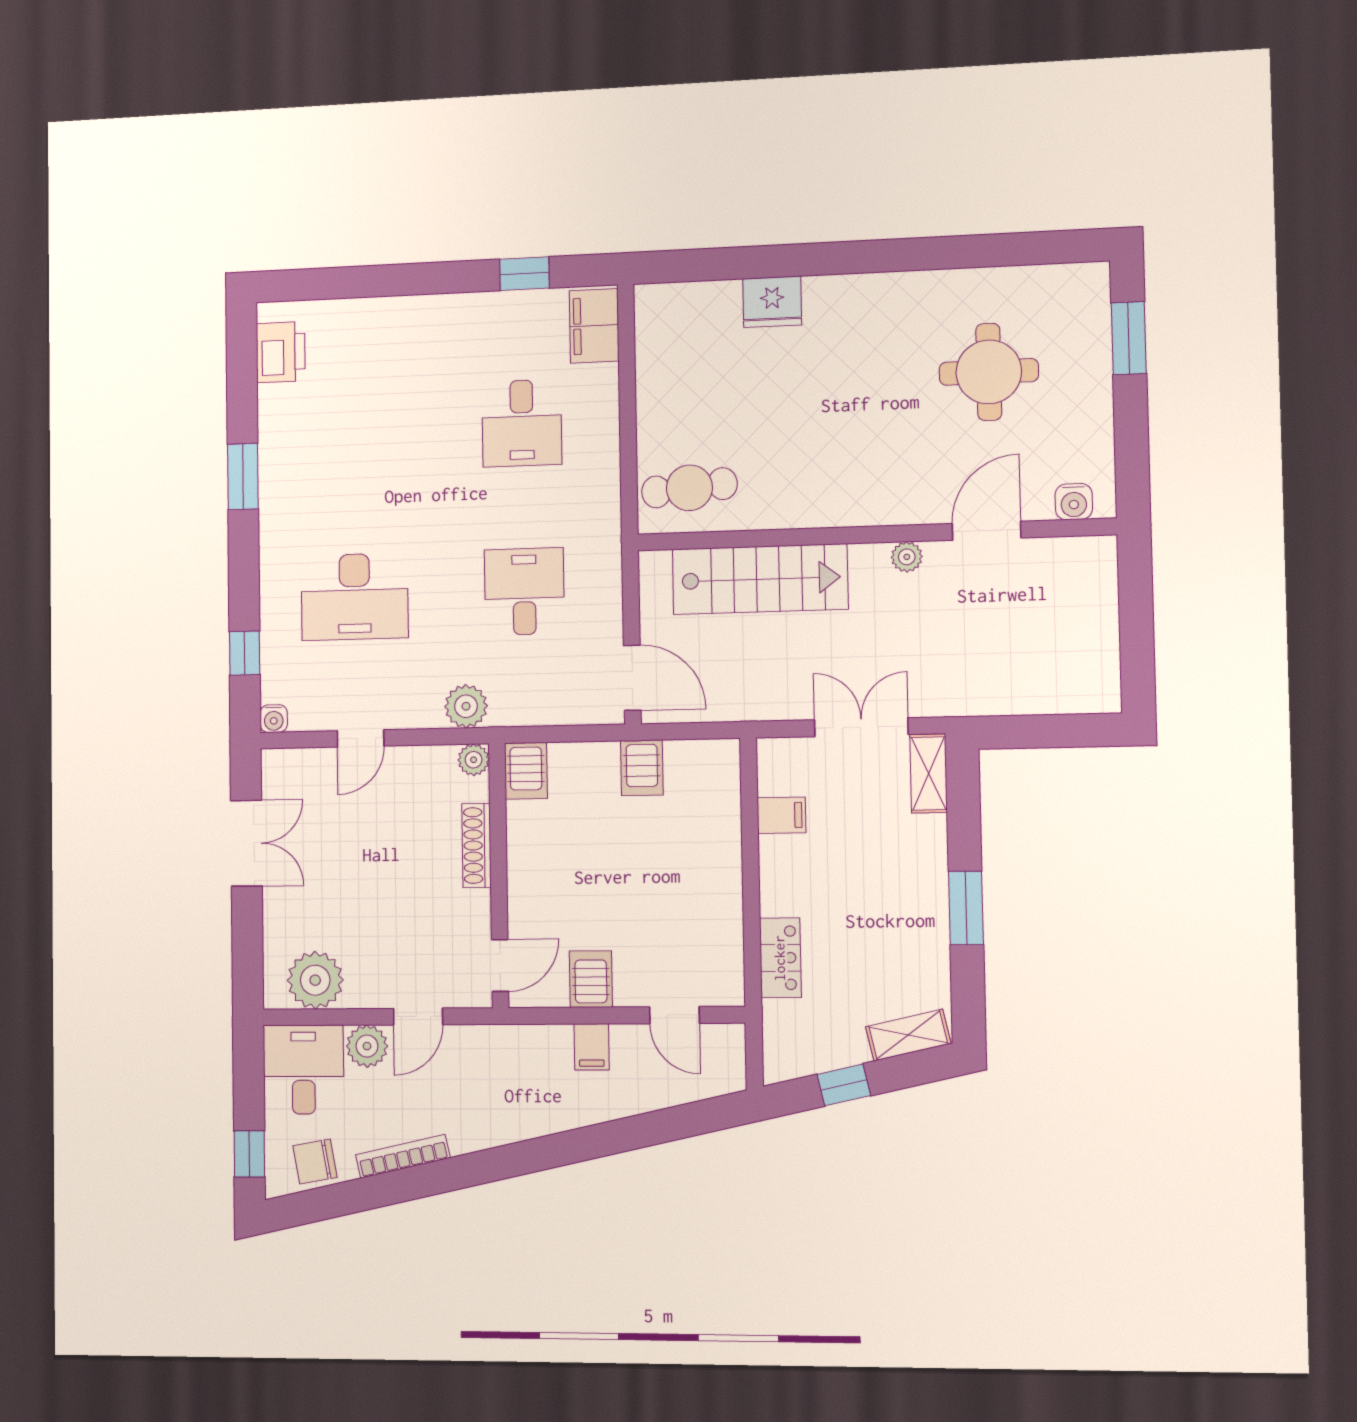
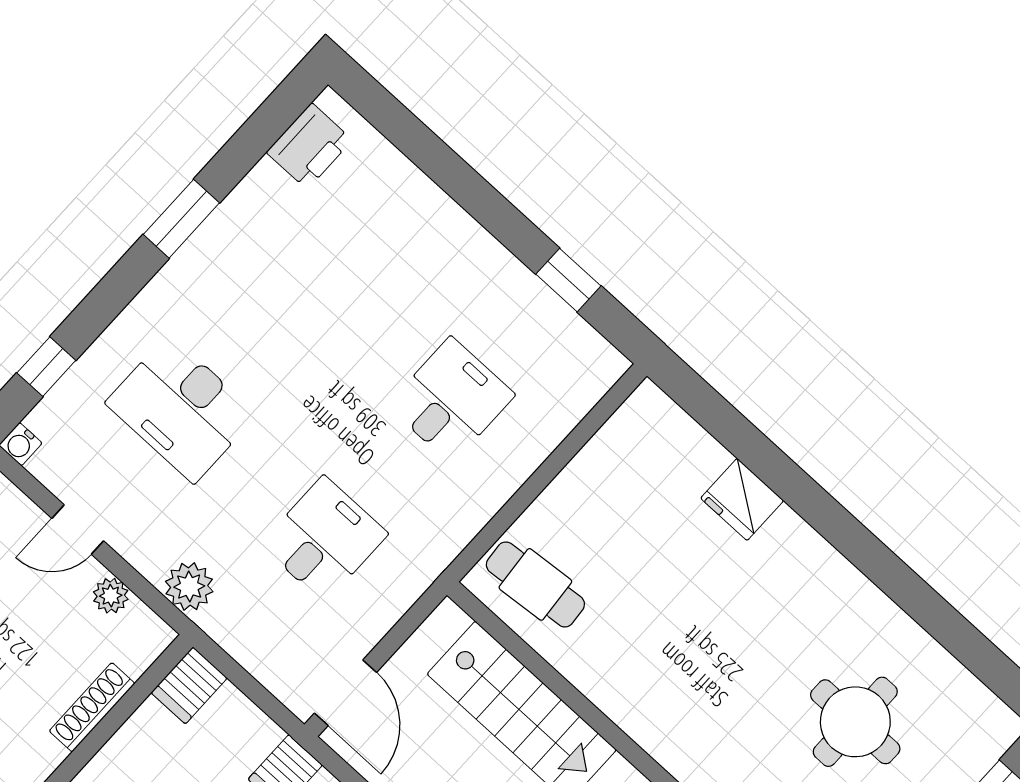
filing cabinet: (594, 326) -> (584, 379), removed
desk: (522, 423) -> (451, 400), turned 180
plant: (474, 760) -> (111, 596), moved

